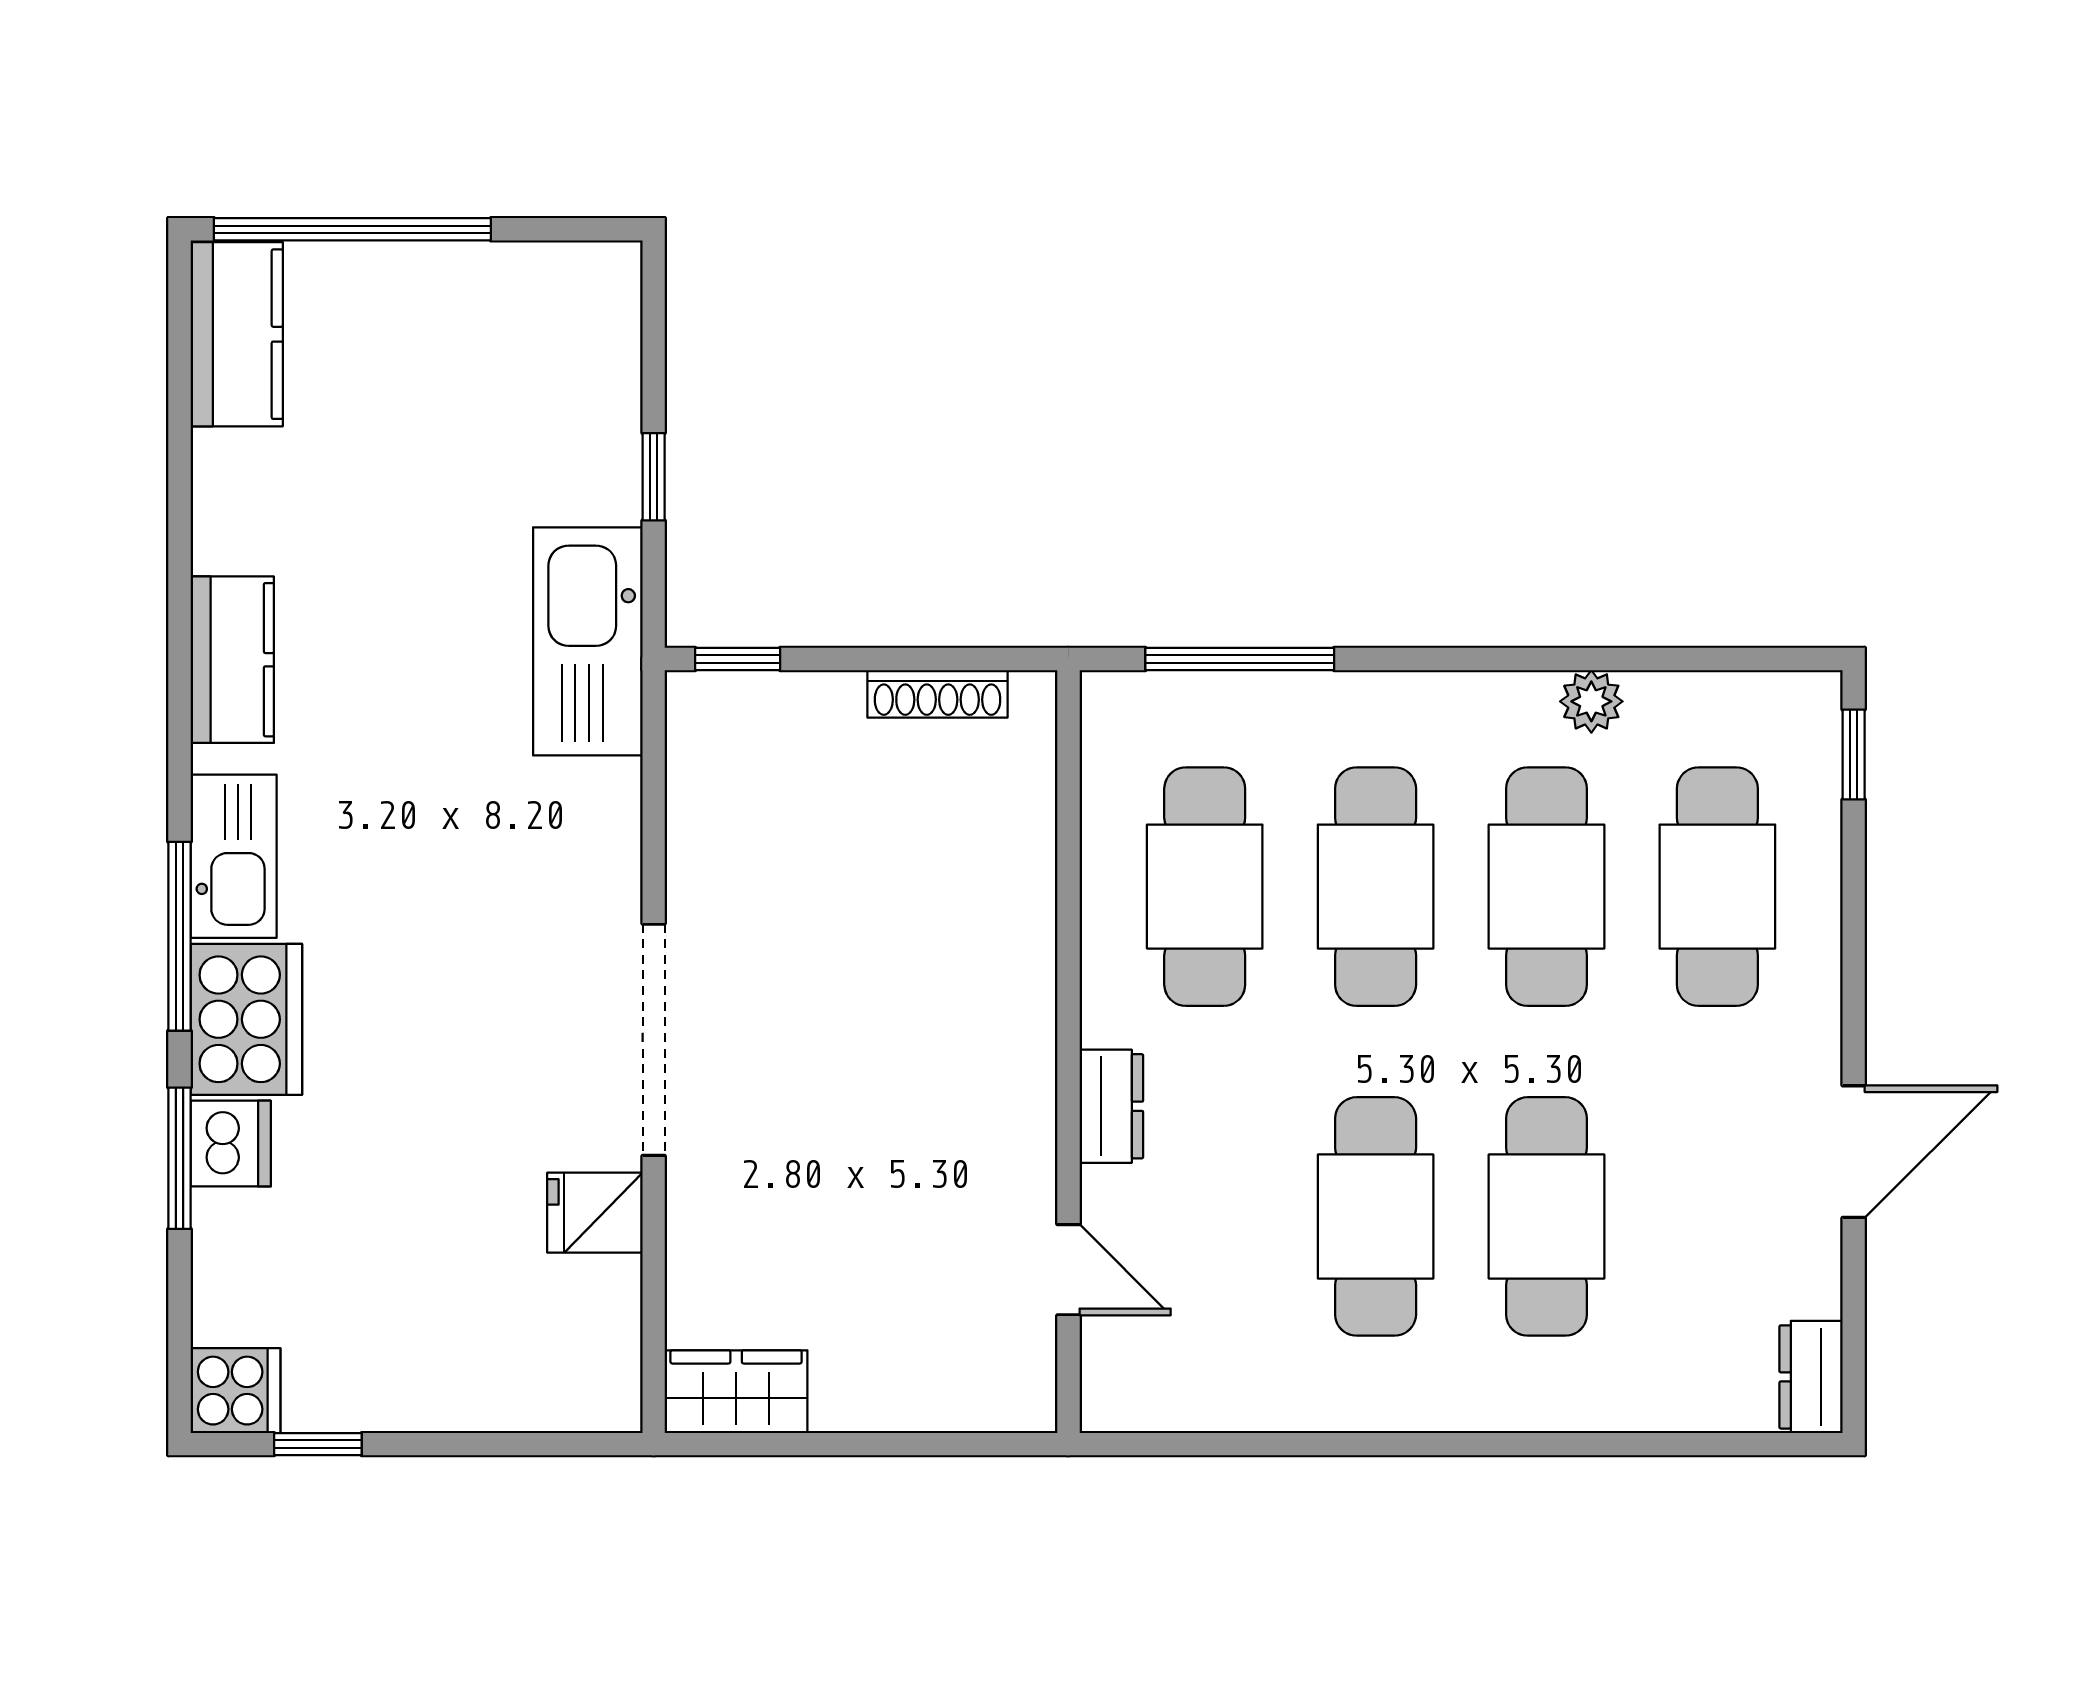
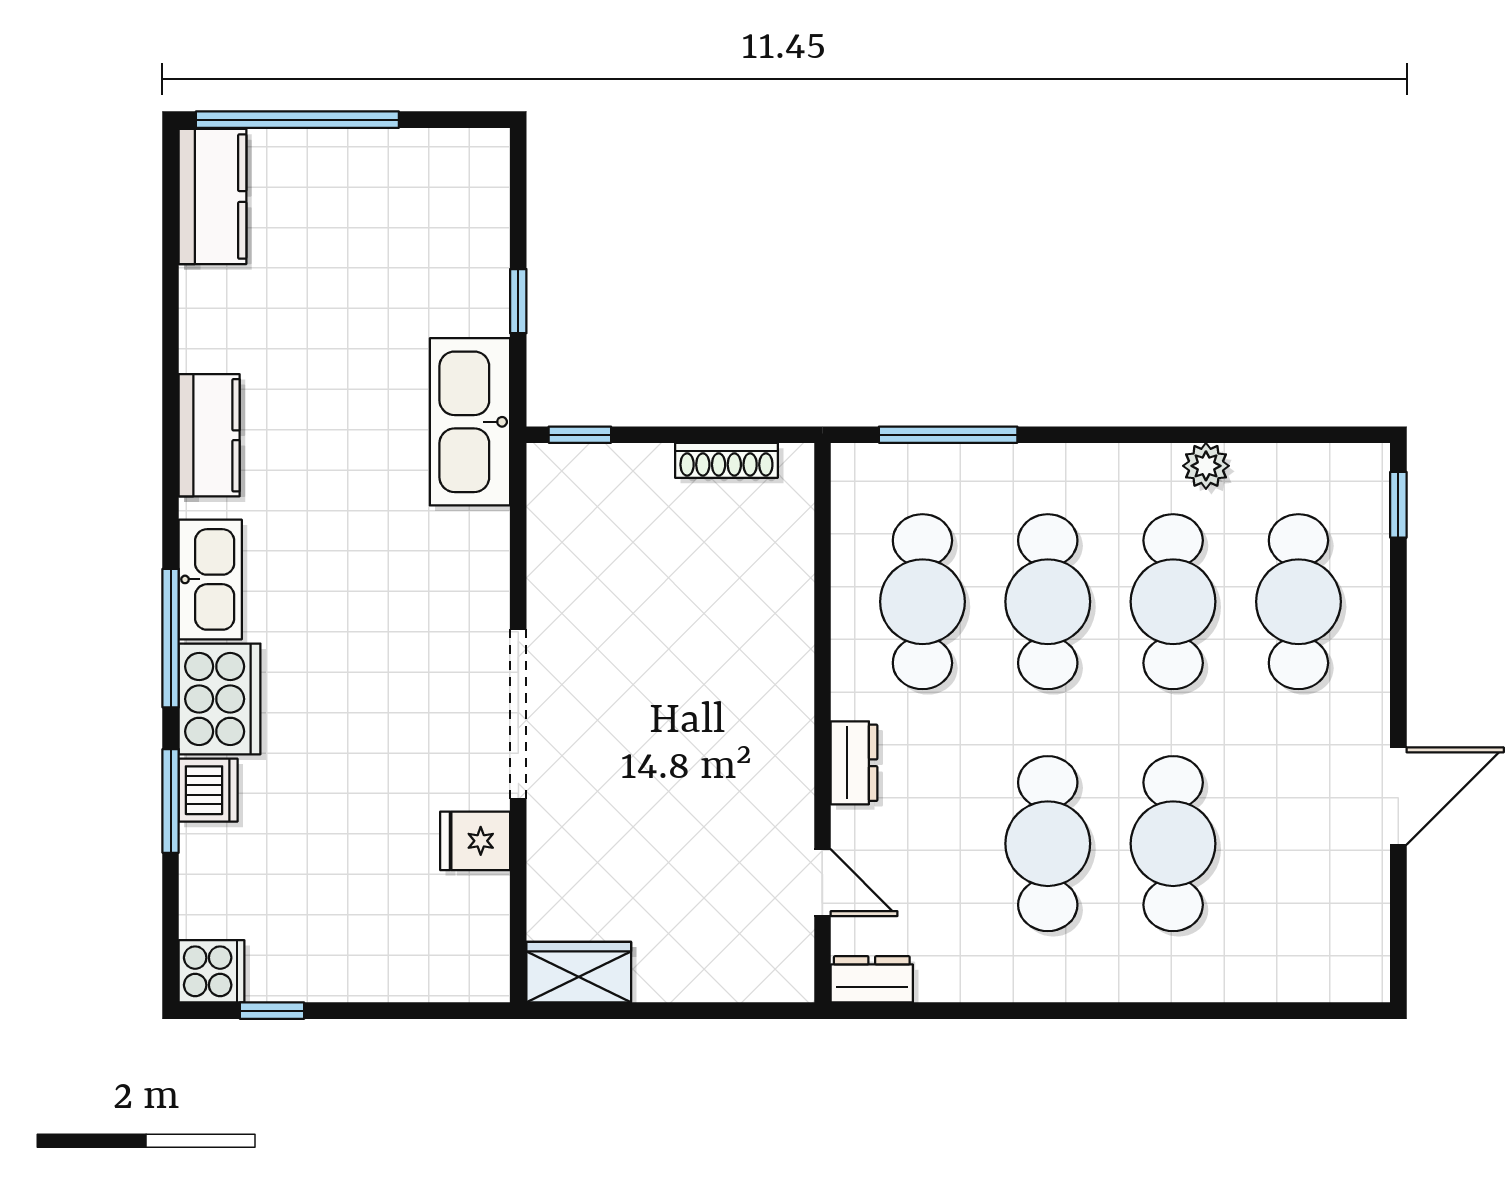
dresser: (1811, 1377) -> (872, 979), moved, turned 90

